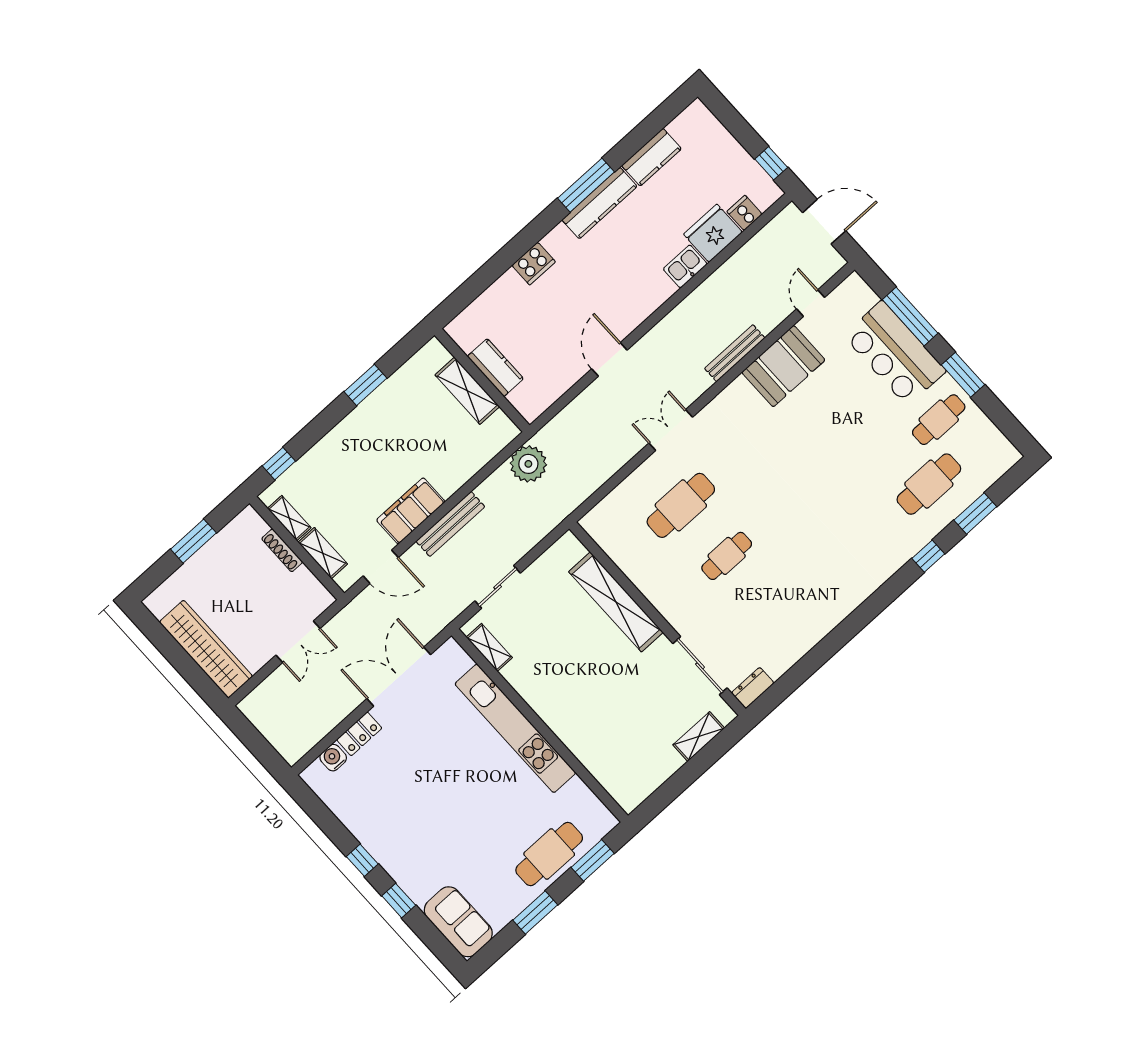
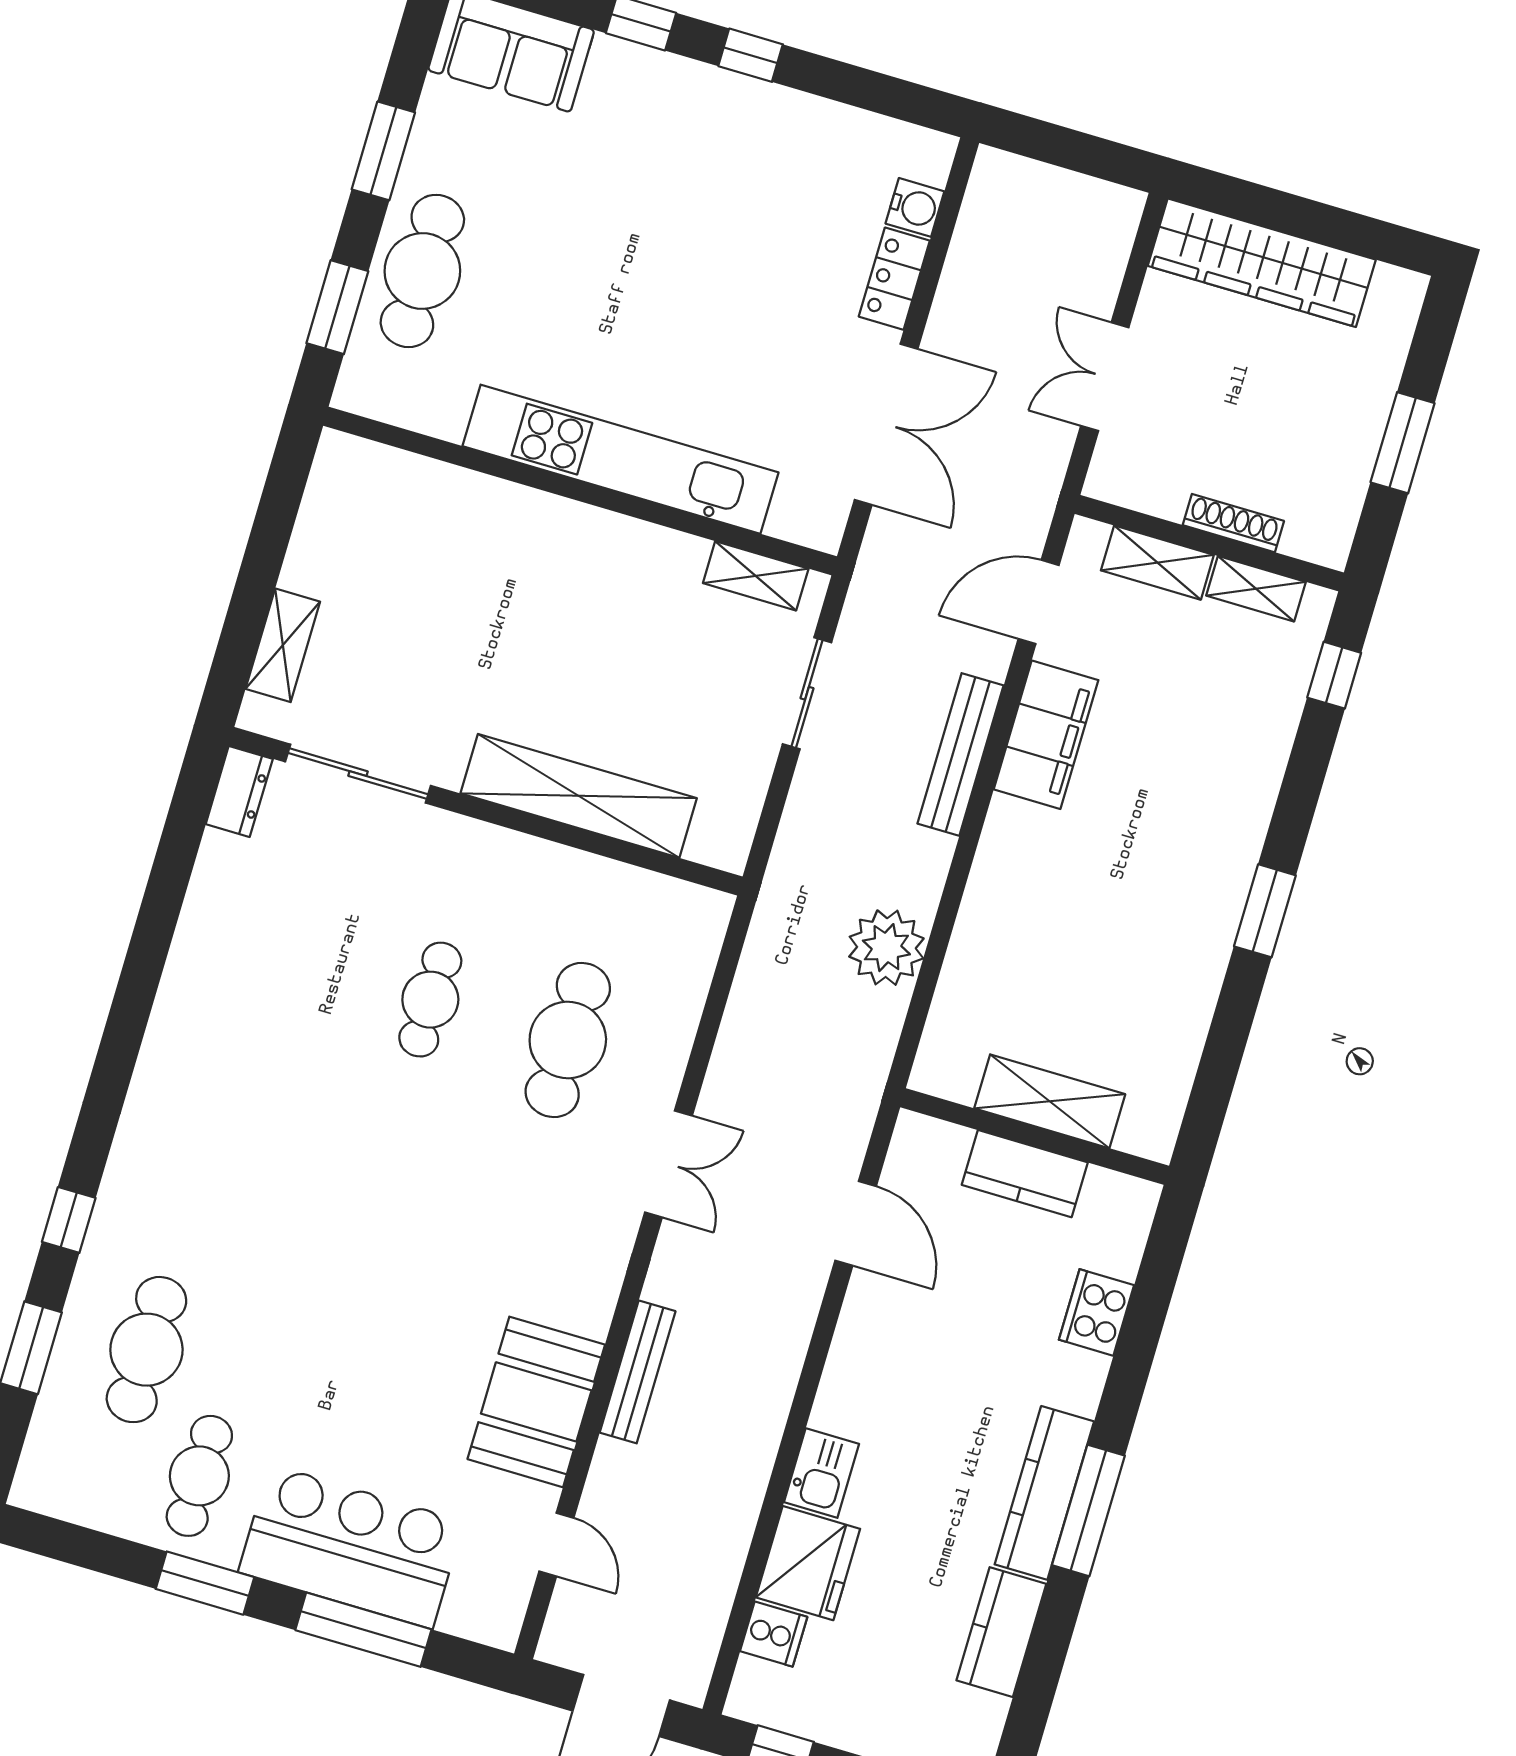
kitchen counter: (495, 368) -> (1025, 1174), moved
wall: (482, 380) -> (1035, 1136), moved
shelving: (467, 391) -> (1050, 1101), moved

